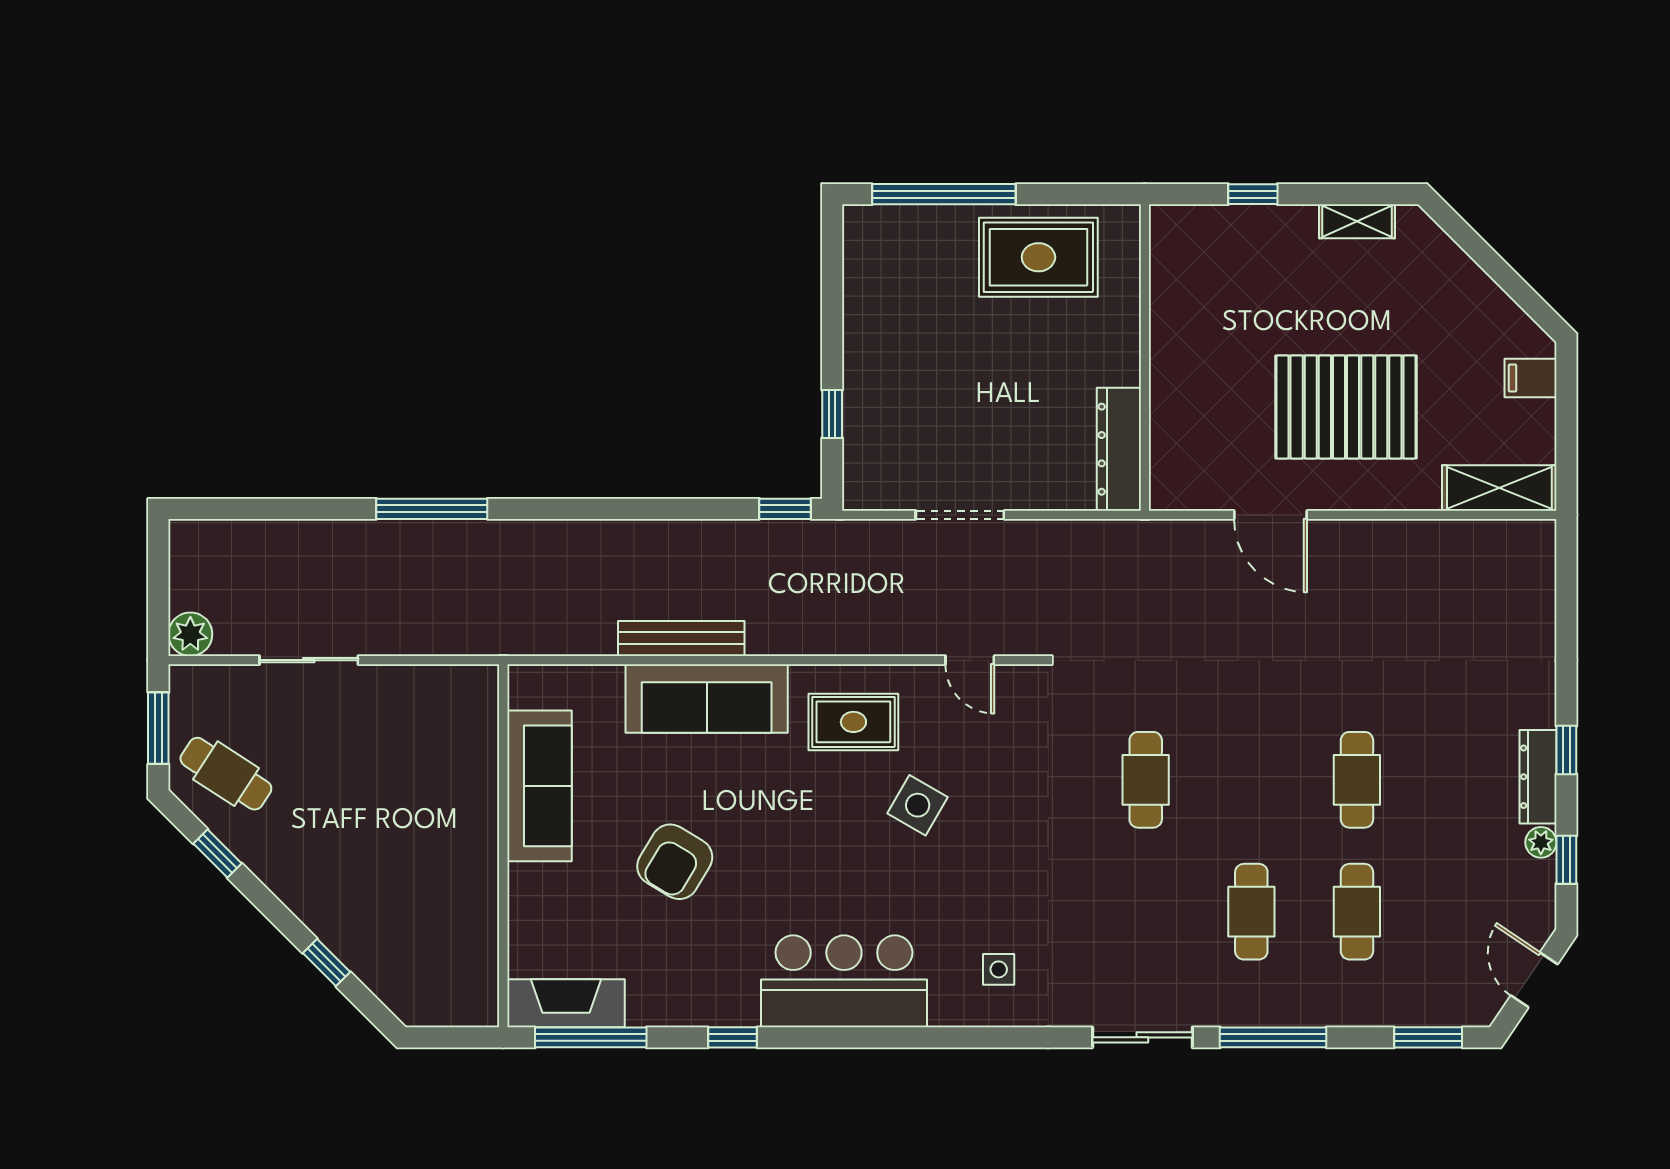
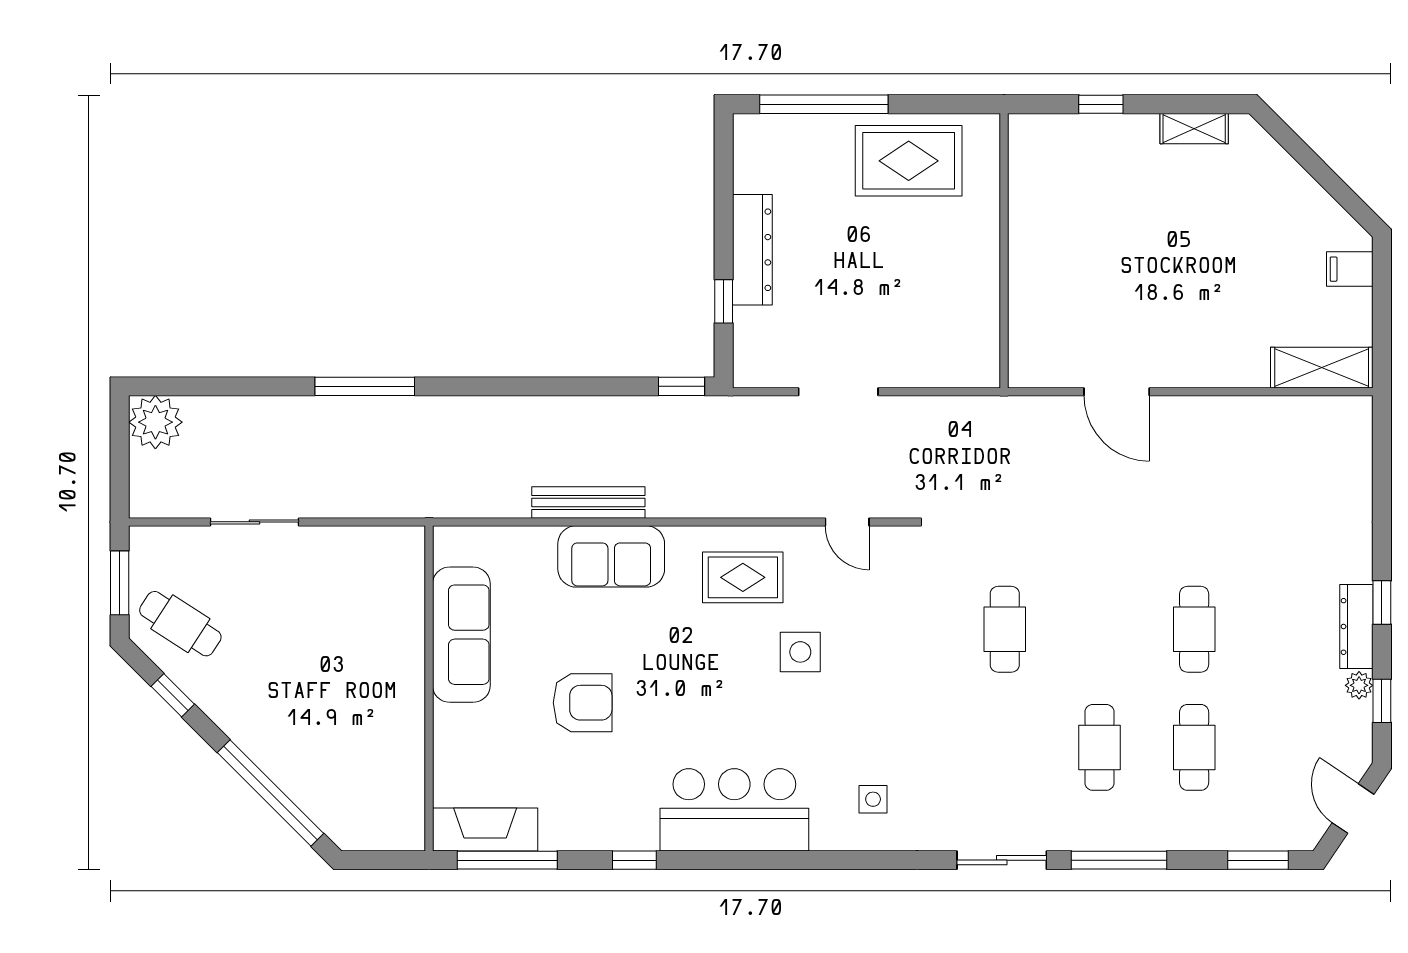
pallet: (1346, 407) -> (1184, 295), removed
dresser: (1119, 449) -> (752, 250), moved, turned 180
plant: (190, 634) -> (155, 422), moved, width x1.36, depth x1.36
sofa: (707, 699) -> (611, 556), width x0.73
side table: (918, 805) -> (800, 652), turned -30
armchair: (675, 862) -> (583, 703), turned -121
window: (327, 963) -> (270, 793), width x3.17

